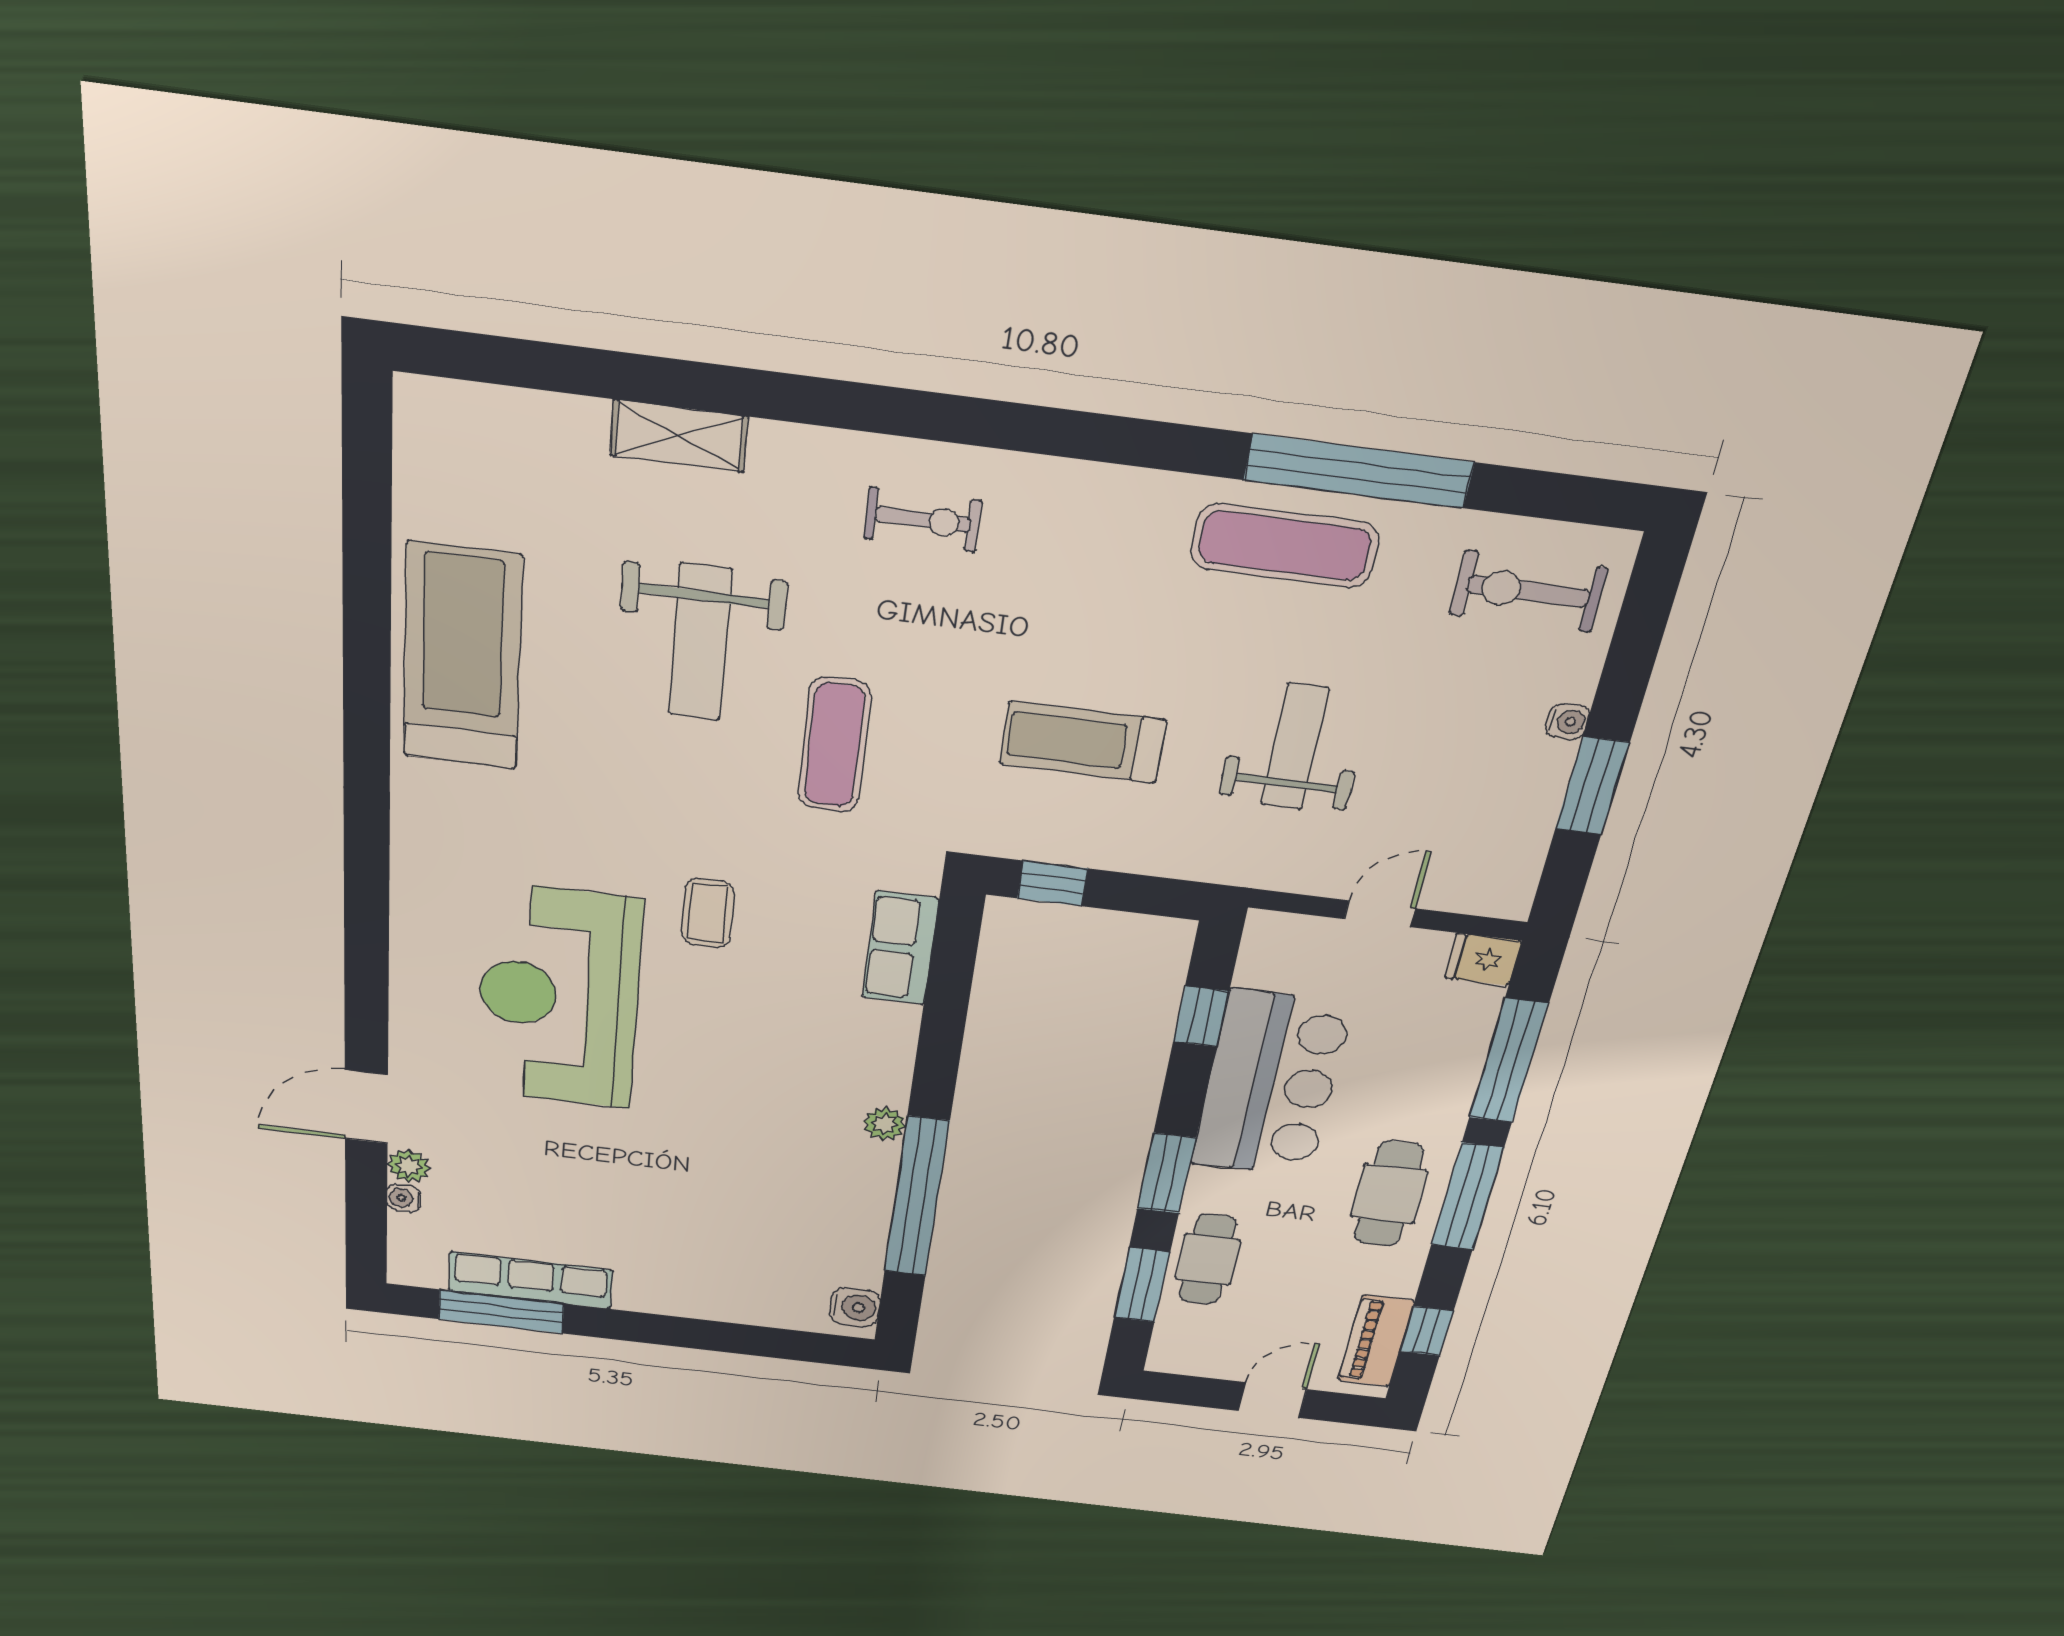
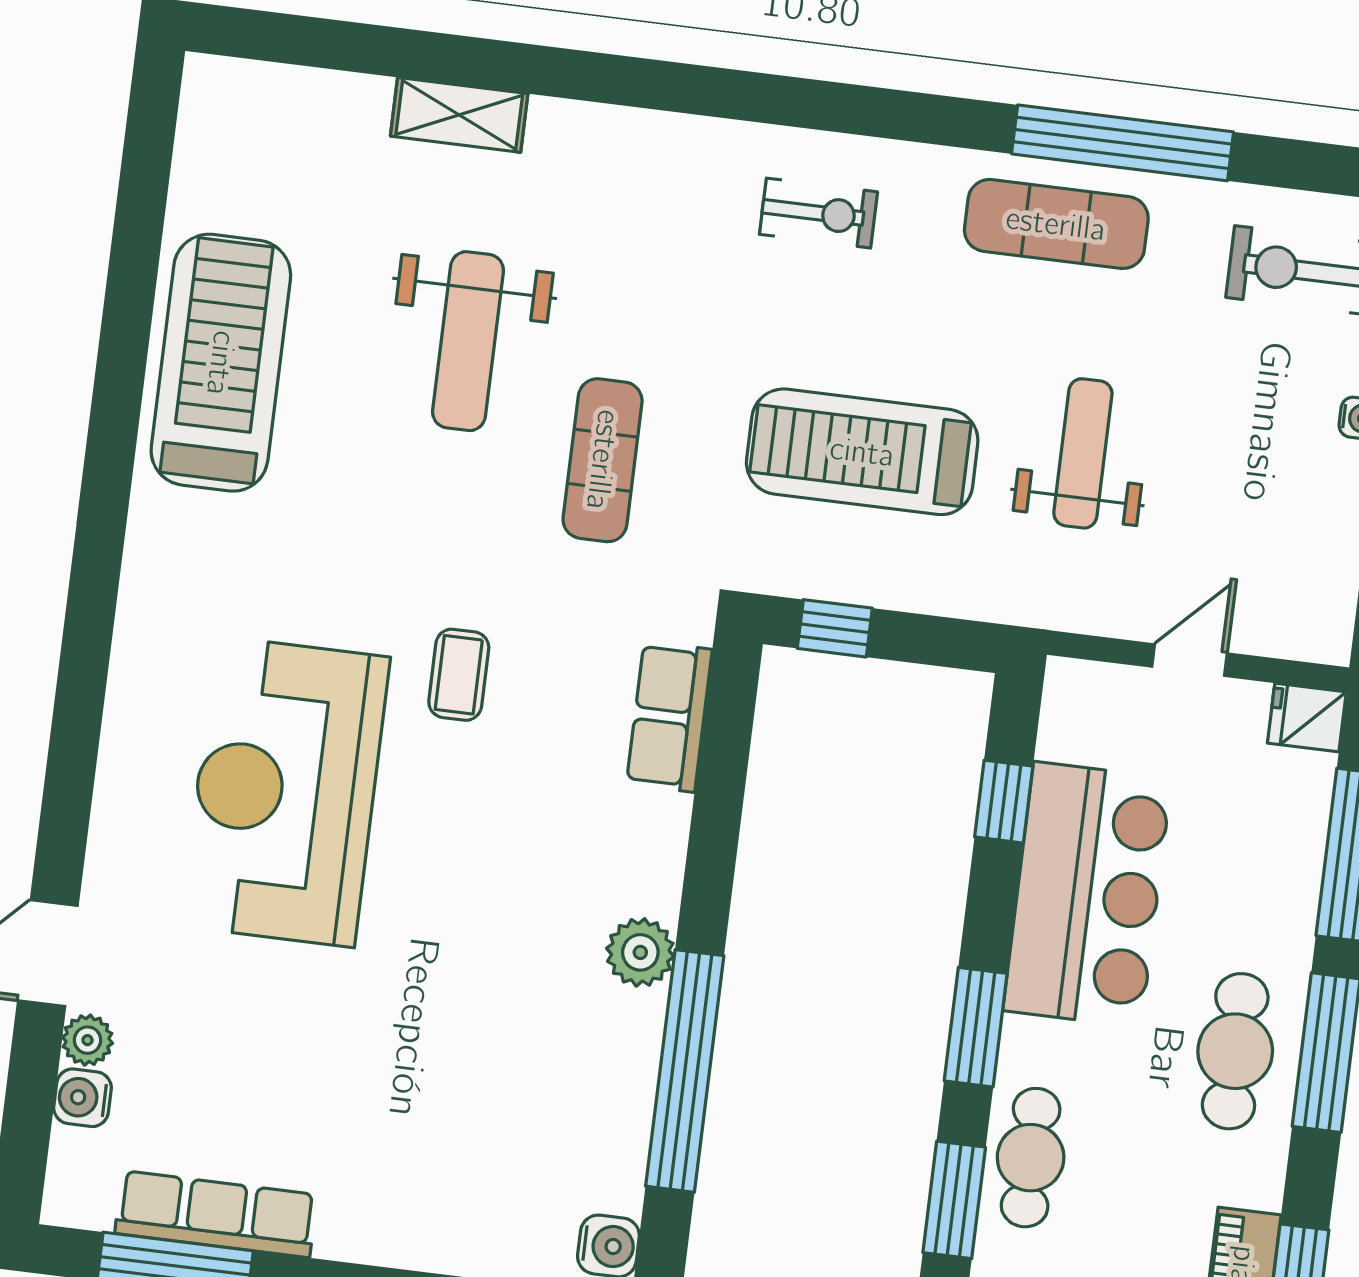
exercise bike: (923, 520) -> (818, 213), moved
treadmill: (1083, 742) -> (862, 452), width x1.37, depth x1.38
plant: (884, 1124) -> (640, 952), width x1.38, depth x1.38
water cooler: (404, 1198) -> (83, 1098), width x1.38, depth x1.38

